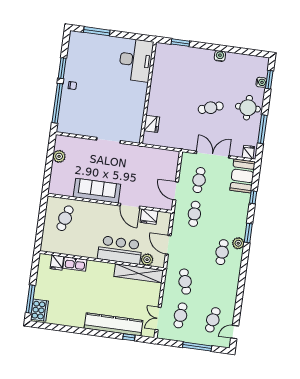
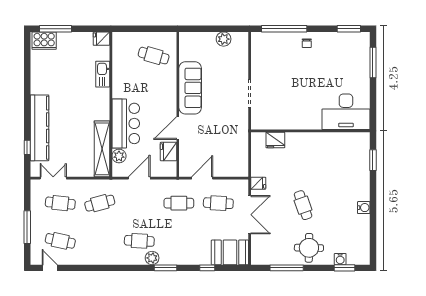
window: (62, 68) -> (349, 29), moved
fridge: (248, 152) -> (258, 183), moved
fridge: (57, 263) -> (101, 39), moved

